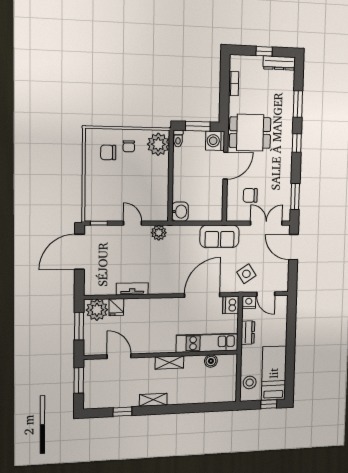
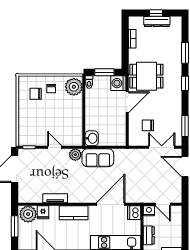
dresser: (279, 63) -> (157, 22), moved
sofa: (220, 236) -> (98, 158), moved
side table: (246, 274) -> (146, 188), removed
kitchen counter: (156, 307) -> (74, 213), added

